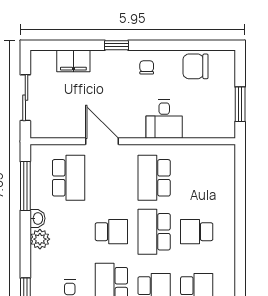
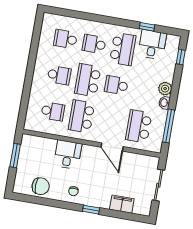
school desk: (154, 178) -> (81, 116), turned 180
school desk: (197, 178) -> (53, 111), added
school desk: (154, 232) -> (88, 80), turned 180

